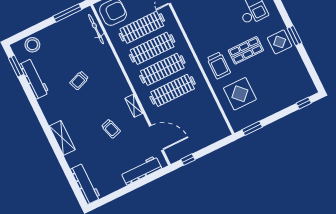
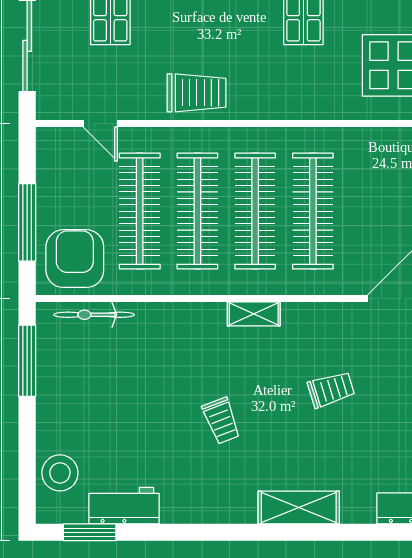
trolley: (219, 65) -> (196, 93), moved
workbench: (34, 79) -> (124, 506), width x0.73
trolley: (79, 80) -> (221, 421), moved
shelving: (134, 106) -> (254, 314), moved

